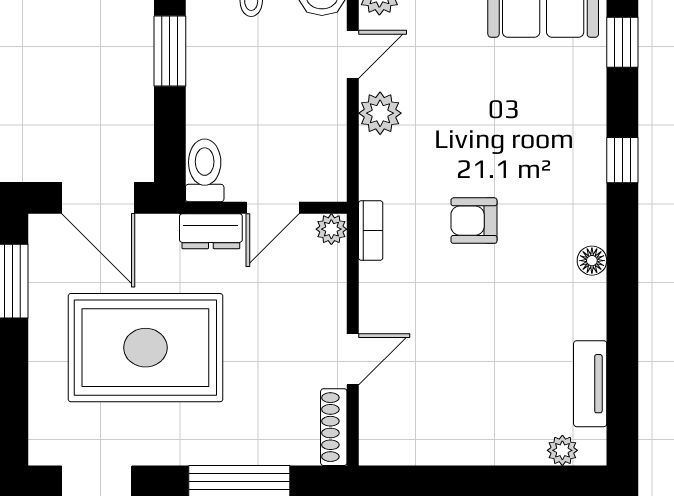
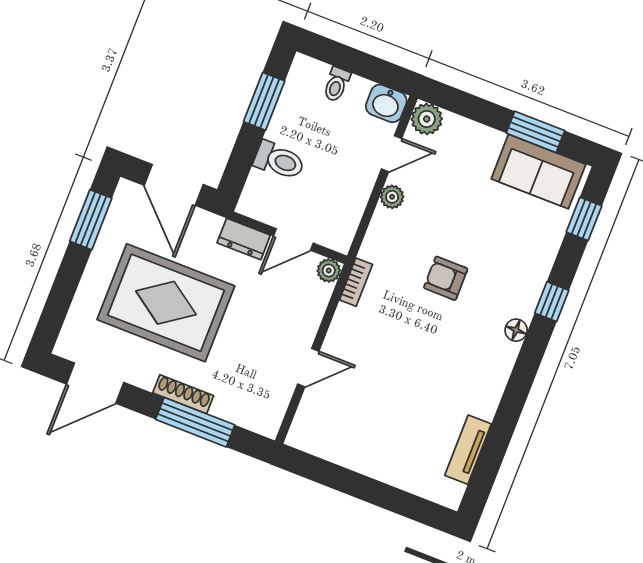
plant: (380, 113) -> (392, 197), width x0.73, depth x0.73
toilet: (205, 170) -> (279, 161), moved, turned 90
armchair: (474, 221) -> (446, 278), moved
floor lamp: (592, 261) -> (516, 330), moved
shoe rack: (334, 427) -> (183, 394), moved, turned 90
plant: (562, 450) -> (430, 489), removed

